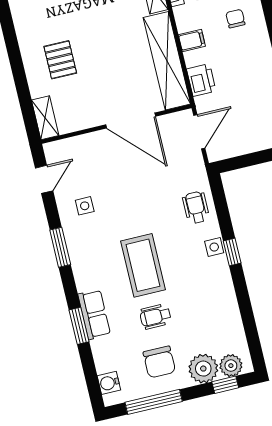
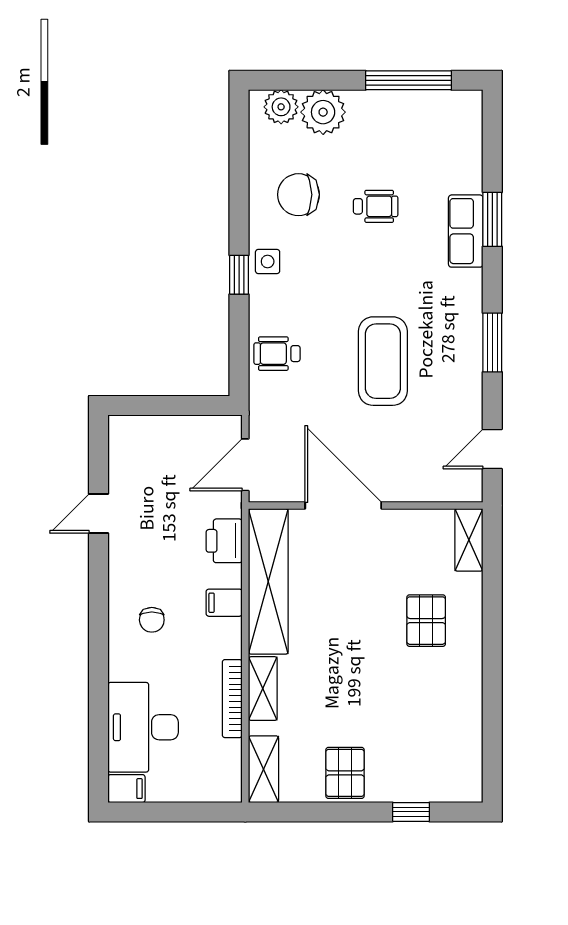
side table: (85, 206) -> (441, 395), removed
wheelchair: (196, 207) -> (277, 354), turned 90
side table: (214, 247) -> (268, 262), moved
coffee table: (143, 265) -> (383, 361), moved
chair: (159, 362) -> (298, 195), moved, turned -90
water cooler: (109, 383) -> (468, 124), removed
window: (225, 385) -> (296, 80), removed

